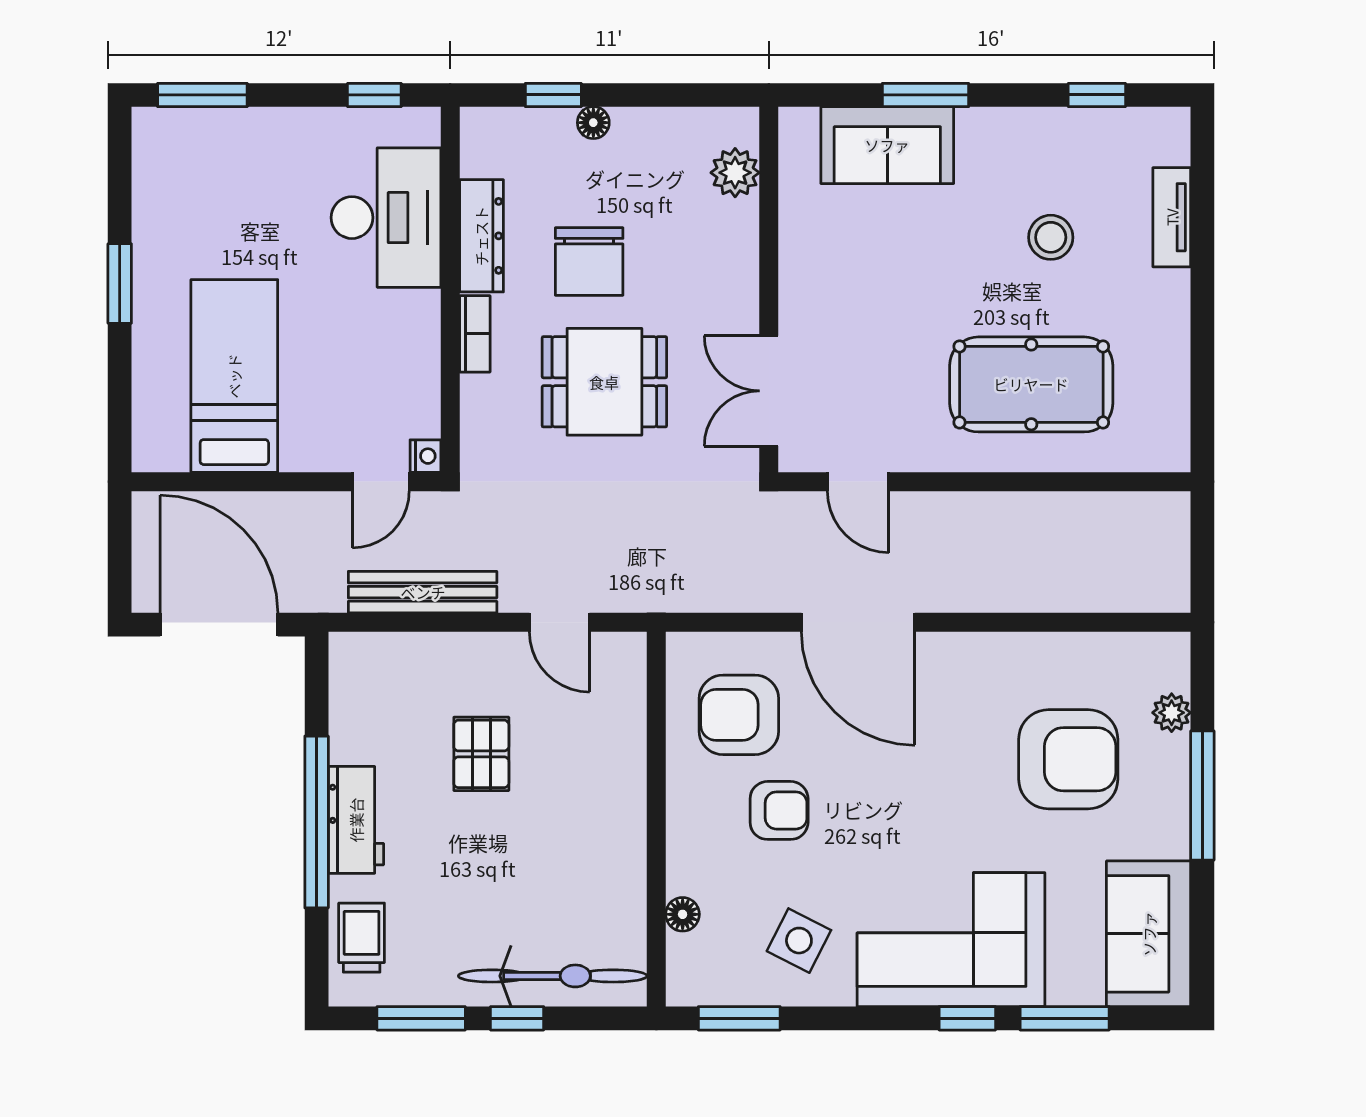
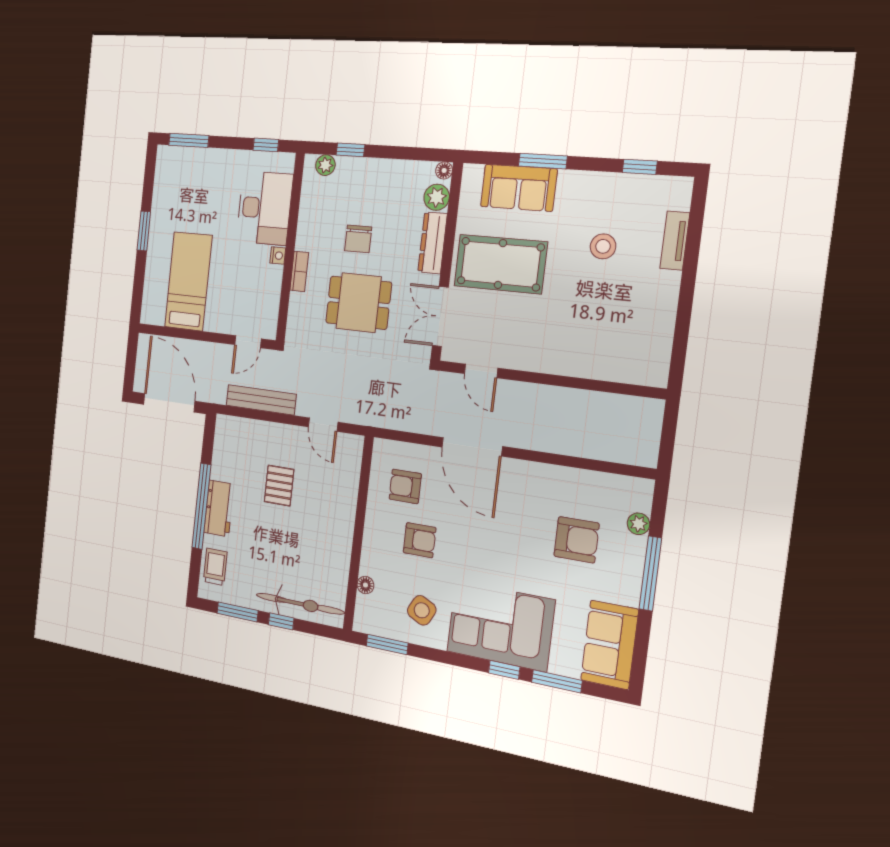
floor lamp: (593, 123) -> (444, 170), moved
plant: (505, 127) -> (325, 165), added
dresser: (481, 236) -> (433, 243), moved, turned 180
chair: (589, 262) -> (358, 239), width x0.73, depth x0.73
pool table: (1031, 384) -> (500, 264), moved
nightstand: (425, 456) -> (278, 255), moved
armchair: (739, 715) -> (405, 486), width x0.72, depth x0.72
armchair: (1068, 759) -> (577, 540), width x0.73, depth x0.73

